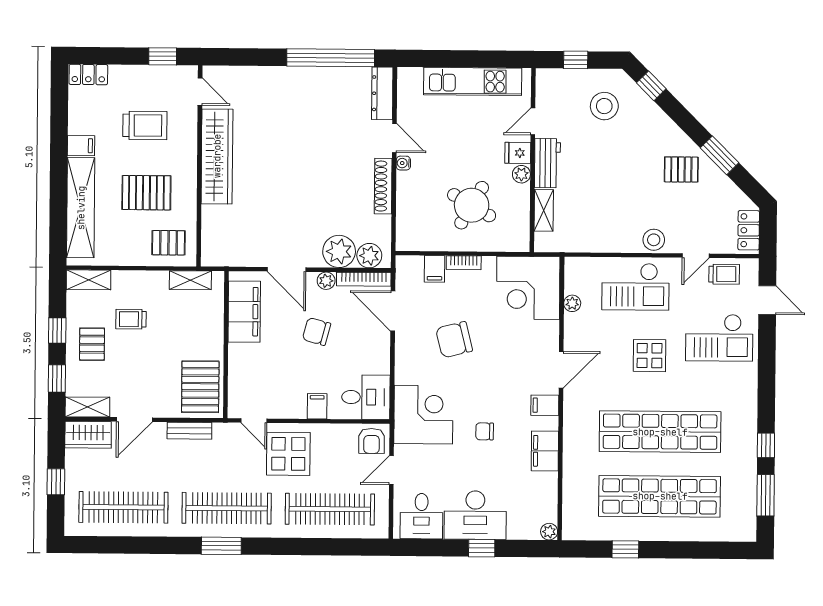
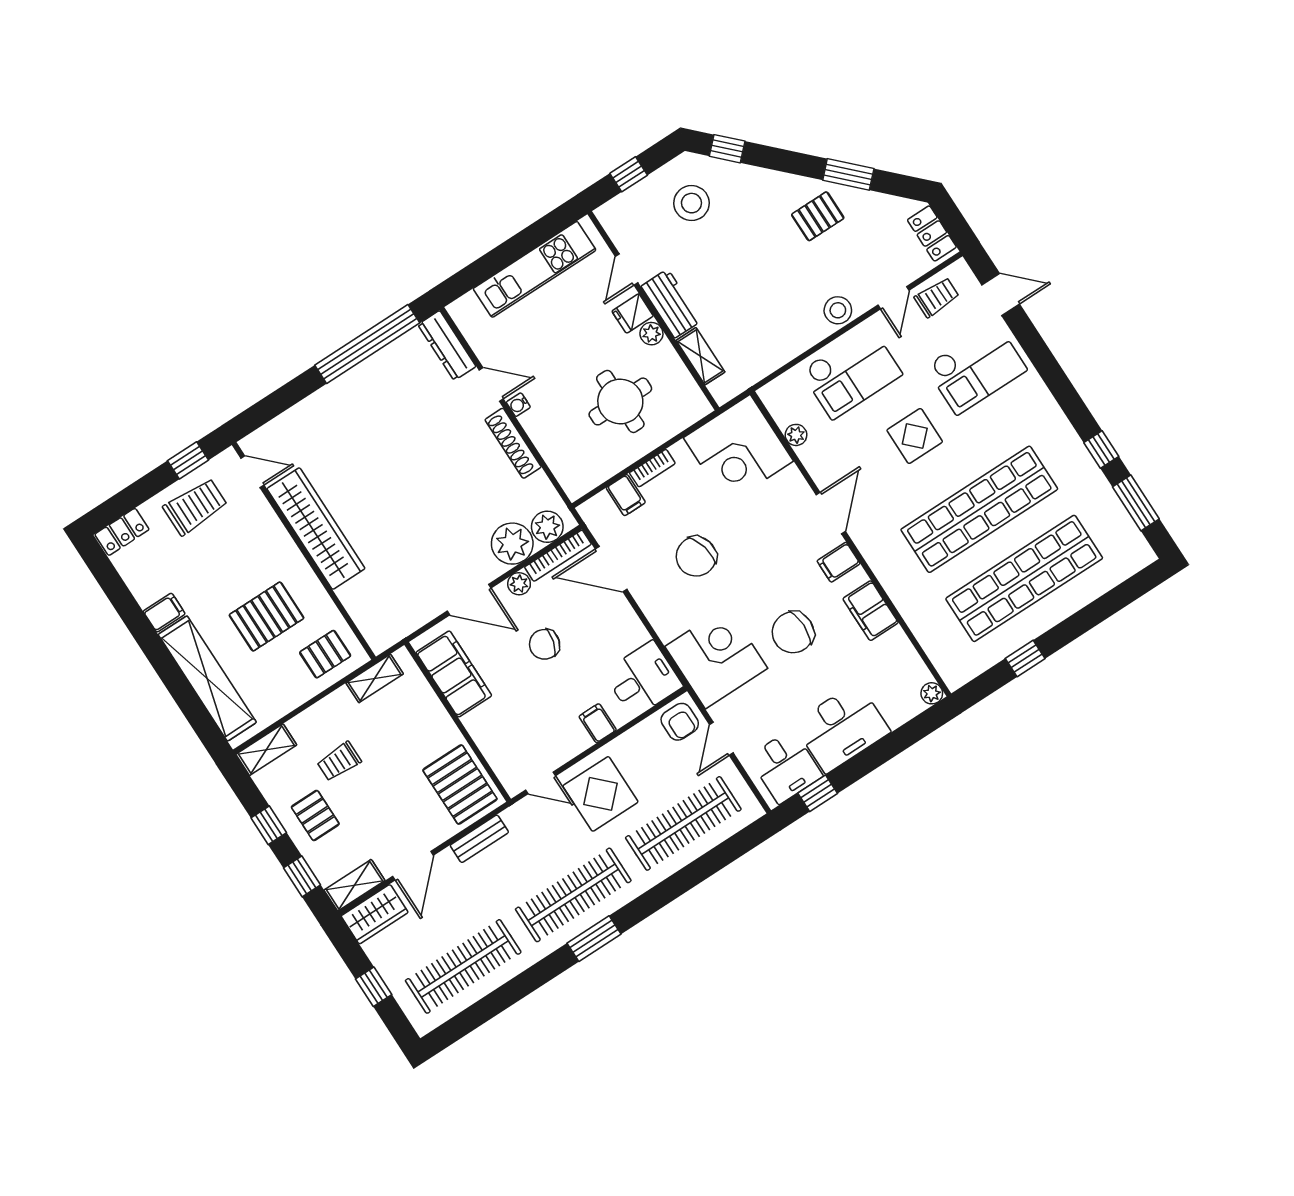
trolley: (145, 125) -> (195, 507), moved
round table: (472, 205) -> (620, 401), turned -30
chair: (485, 431) -> (793, 632), width x1.87, depth x1.87
window: (482, 548) -> (818, 793), moved

